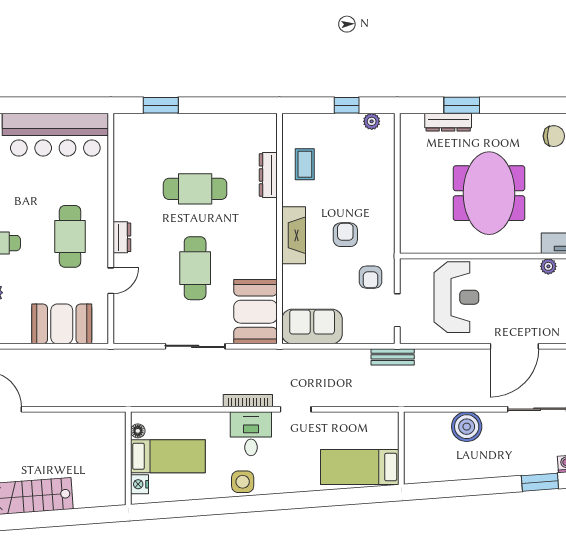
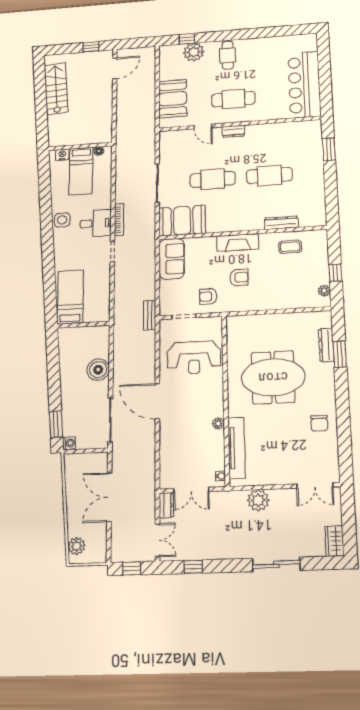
cafe table: (195, 189) -> (269, 175), turned 90

